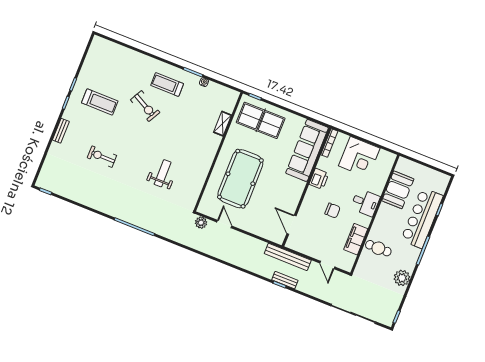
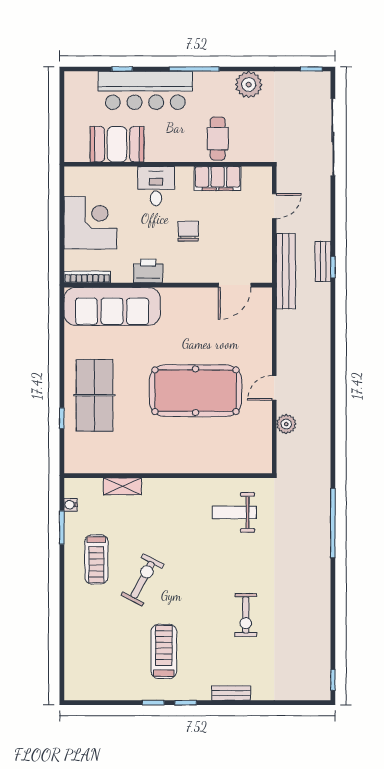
shelving: (222, 124) -> (123, 486), moved
wall: (218, 152) -> (168, 476), moved

